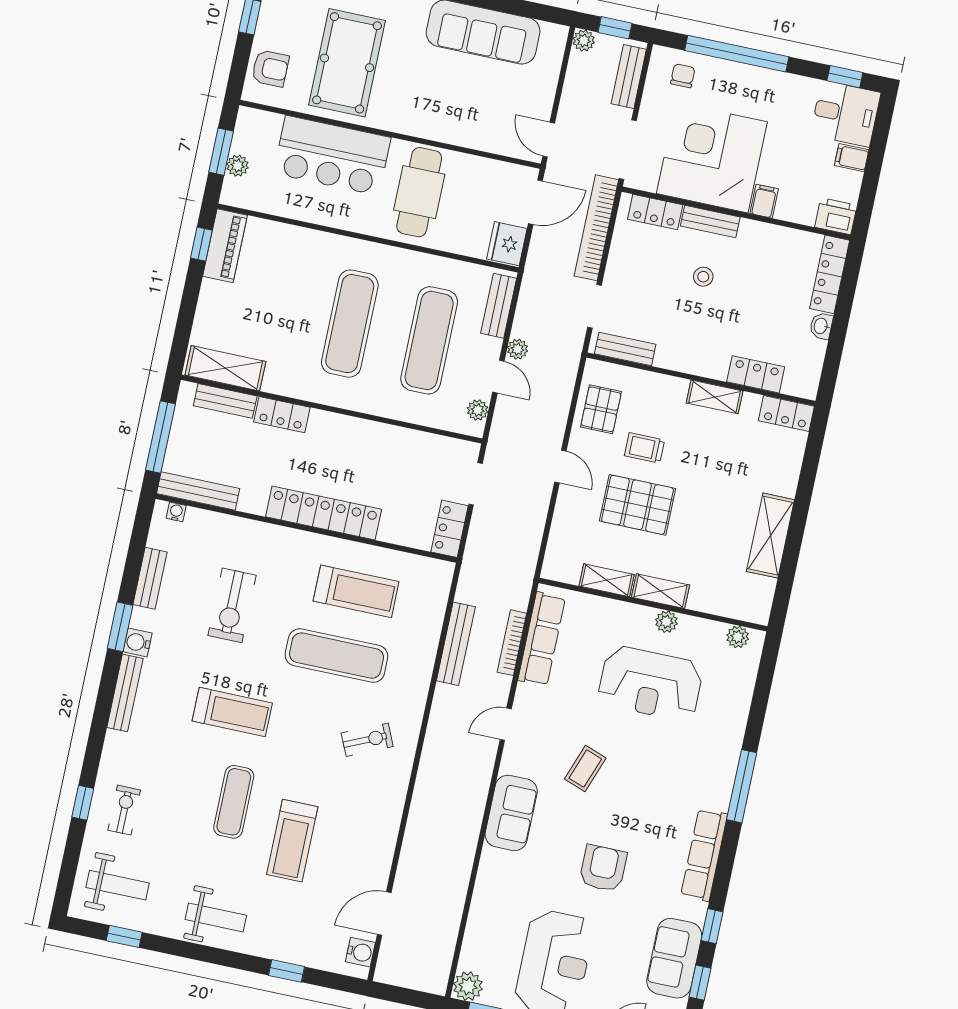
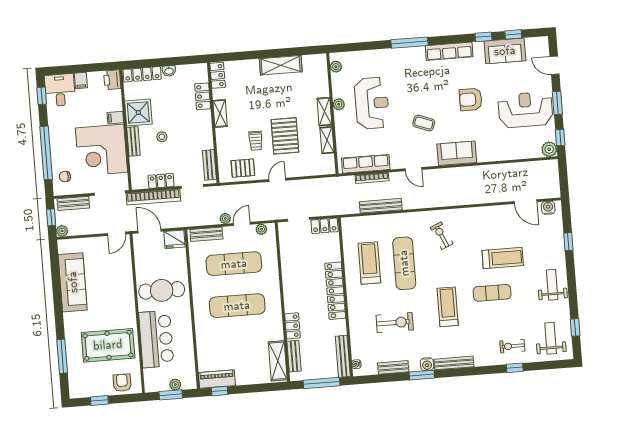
locker: (655, 212) -> (161, 181), moved, turned -90
shower: (761, 246) -> (138, 112), added

